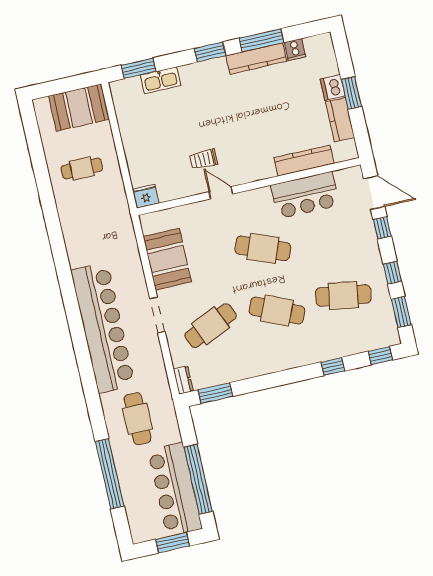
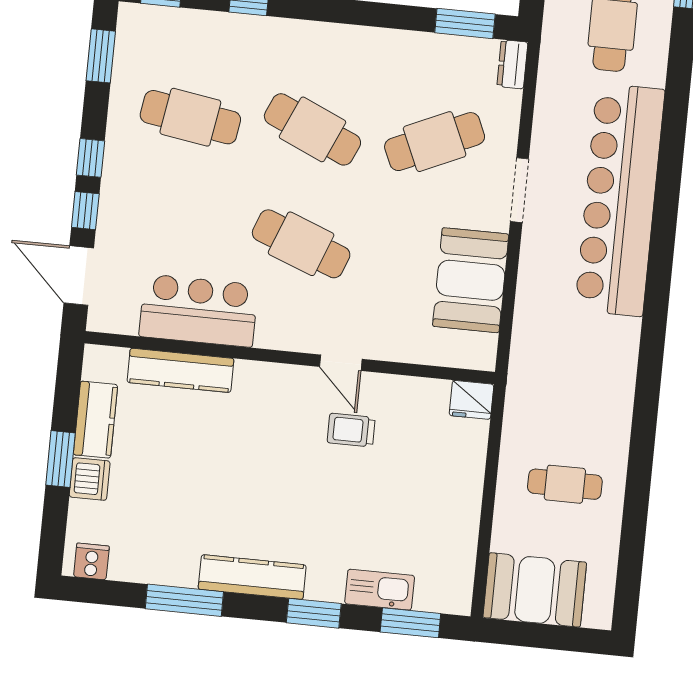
cooker: (295, 49) -> (91, 561), moved
window: (210, 52) -> (314, 613), moved
kitchen counter: (256, 58) -> (252, 577), moved
trolley: (204, 159) -> (351, 430), turned 180
window: (392, 273) -> (91, 158), moved

